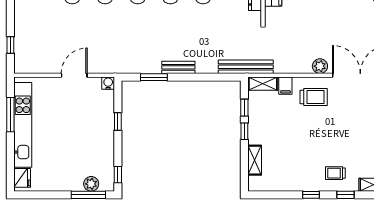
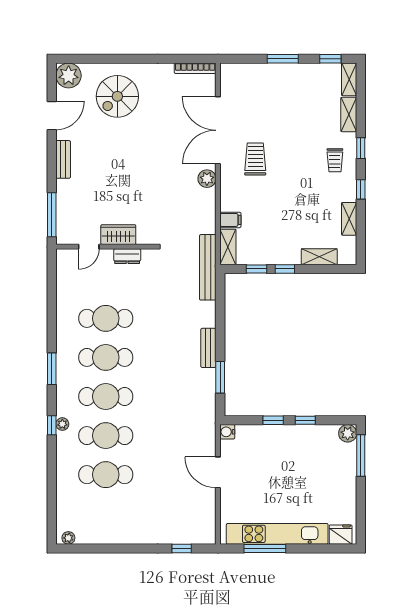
trolley: (314, 97) -> (255, 159), moved
window: (118, 175) -> (305, 420), moved
plant: (91, 184) -> (348, 433), moved
shelving: (286, 185) -> (349, 219), added

